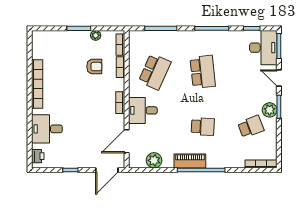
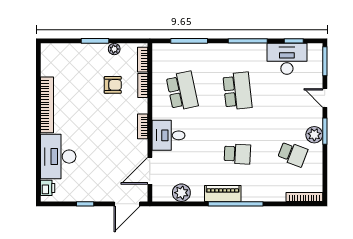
desk: (263, 48) -> (287, 59), moved, turned -90
school desk: (155, 72) -> (182, 91), turned -36
school desk: (251, 127) -> (293, 154), turned 42
desk: (47, 129) -> (58, 157), width x1.37

